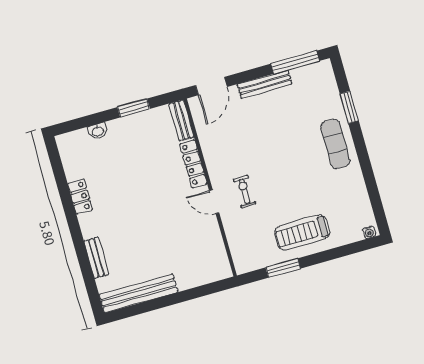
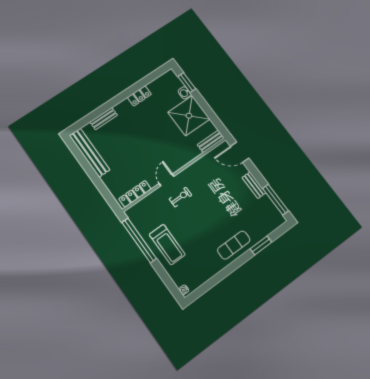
bench: (265, 84) -> (254, 185), width x0.73
window: (134, 108) -> (187, 83), moved
shower: (134, 137) -> (189, 116), added
locker: (193, 164) -> (135, 194), moved
treadmill: (302, 233) -> (167, 245), turned 180
window: (283, 268) -> (139, 240), width x2.11

